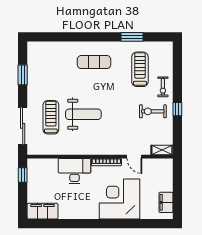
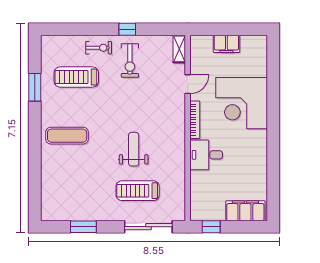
exercise mat: (94, 62) -> (67, 136), turned 90
weight bench: (83, 114) -> (134, 149), width x0.73, depth x0.75
desk: (75, 171) -> (206, 155), width x0.73
filing cabinet: (166, 202) -> (226, 44), moved
filing cabinet: (43, 211) -> (245, 211), moved, turned 90

